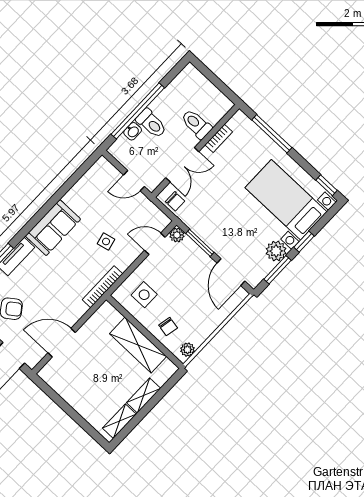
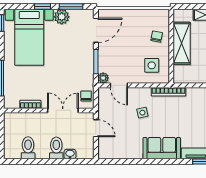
window: (138, 111) -> (56, 161), removed
toilet: (196, 124) -> (28, 148), moved, turned 180
plant: (187, 350) -> (159, 14), removed

